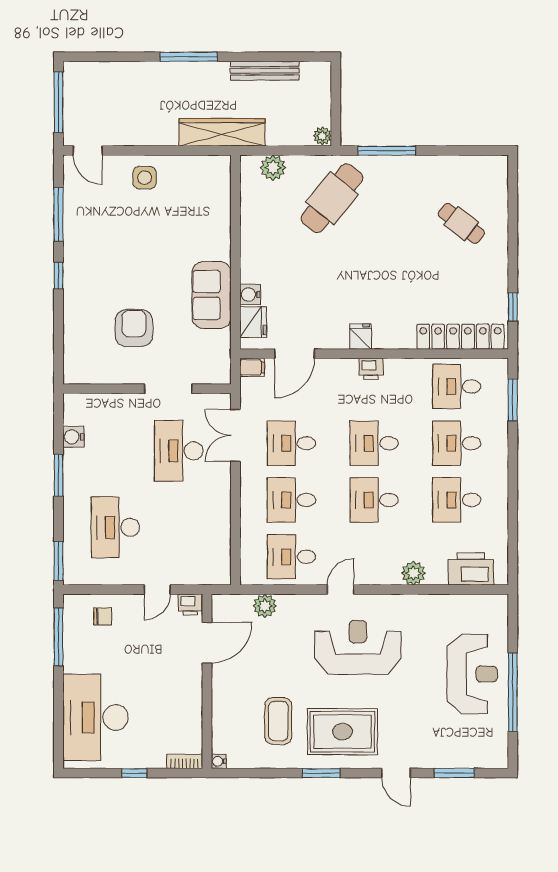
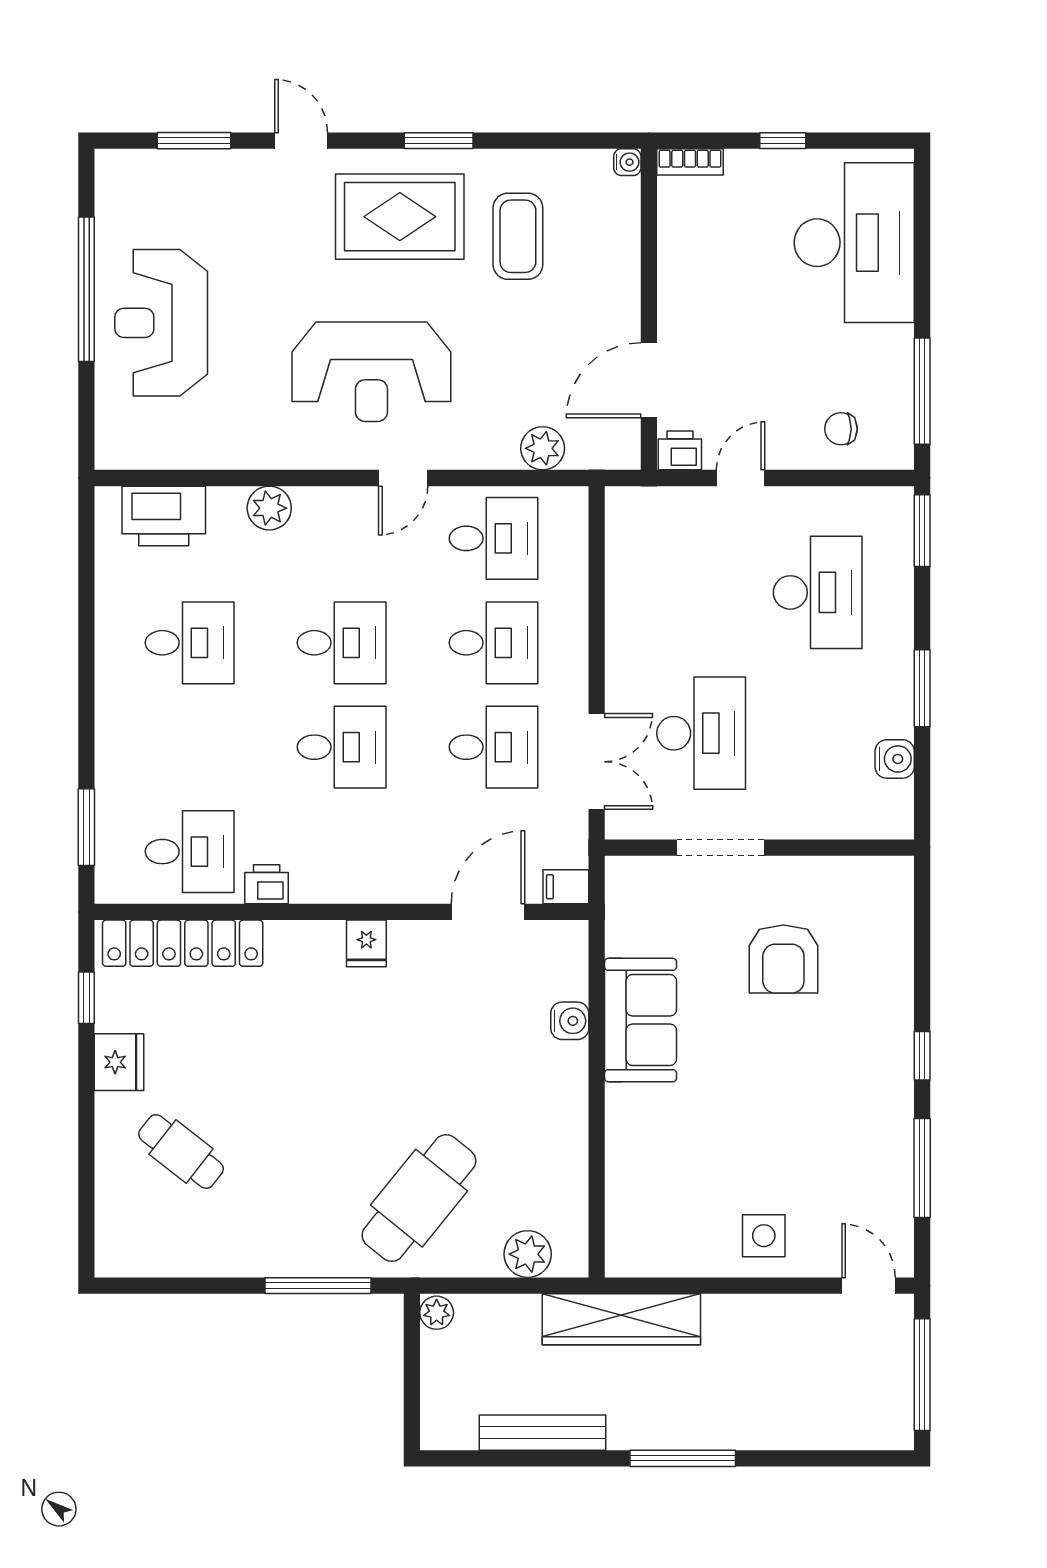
fridge: (253, 322) -> (119, 1062), moved, turned 180
printer: (371, 369) -> (267, 884), moved
desk: (457, 443) -> (190, 747), removed

